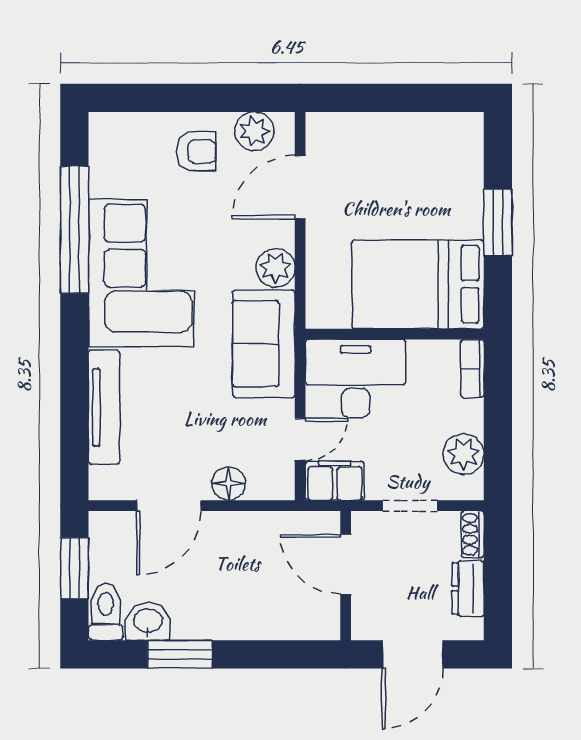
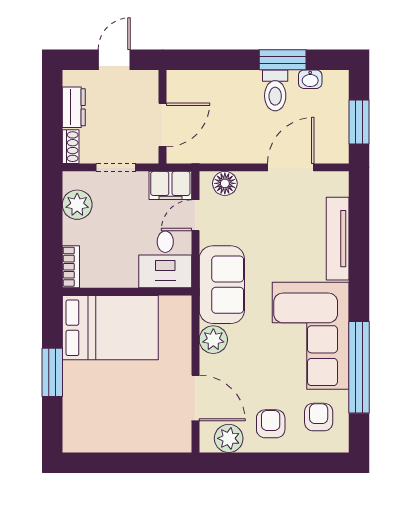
armchair: (196, 152) -> (271, 424), turned 90
armchair: (130, 161) -> (319, 417), added
door: (300, 187) -> (195, 398), hinge flipped
desk: (356, 379) -> (165, 259), width x0.73
floor lamp: (228, 483) -> (225, 183), moved
door: (346, 564) -> (163, 125), hinge flipped
toilet: (106, 612) -> (275, 90), moved
washbasin: (148, 622) -> (310, 79), width x0.72, depth x0.69
door: (412, 654) -> (114, 60), width x0.73

